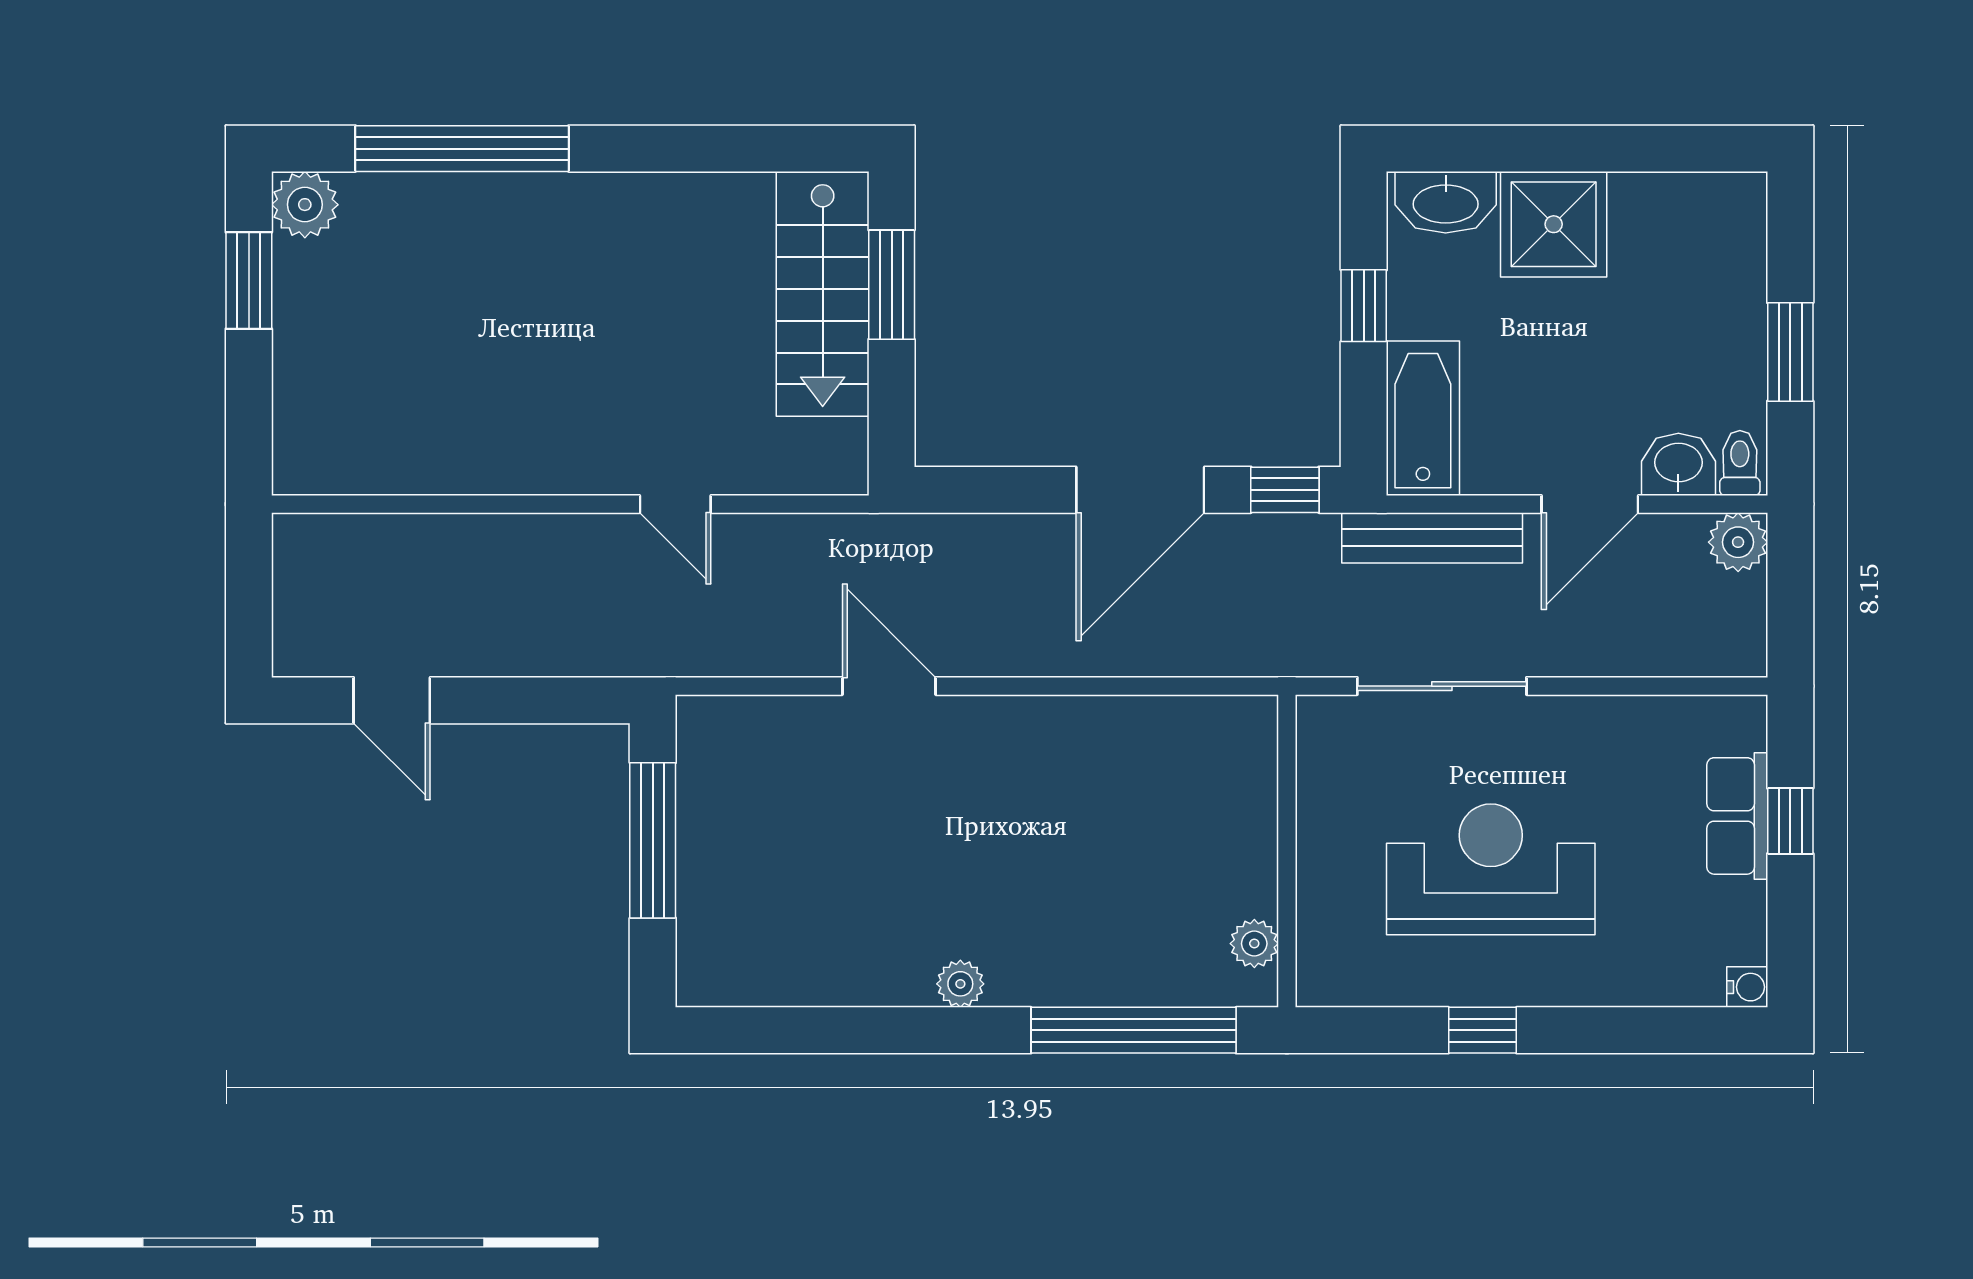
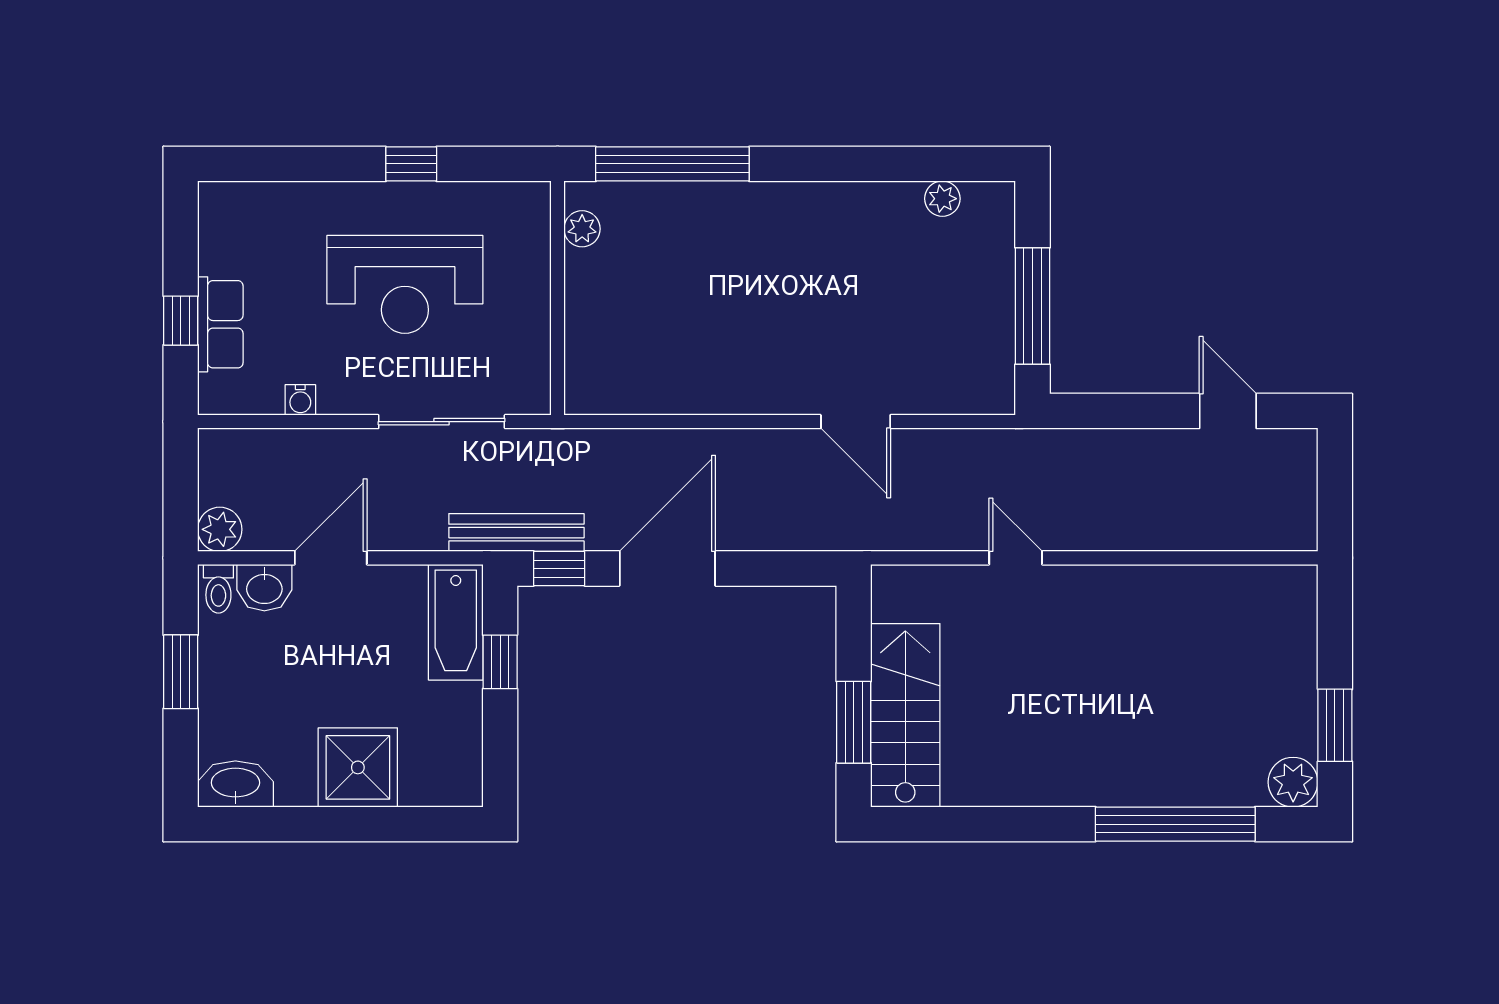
washbasin: (1446, 202) -> (235, 784), moved
window: (1364, 306) -> (500, 662), moved
bench: (1432, 538) -> (516, 533), moved
plant: (960, 984) -> (942, 199), moved
water cooler: (1747, 987) -> (300, 400), moved, turned -90

